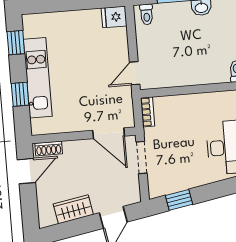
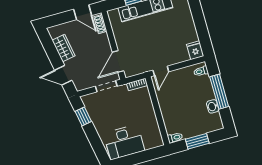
door: (135, 73) -> (161, 71), swing flipped

